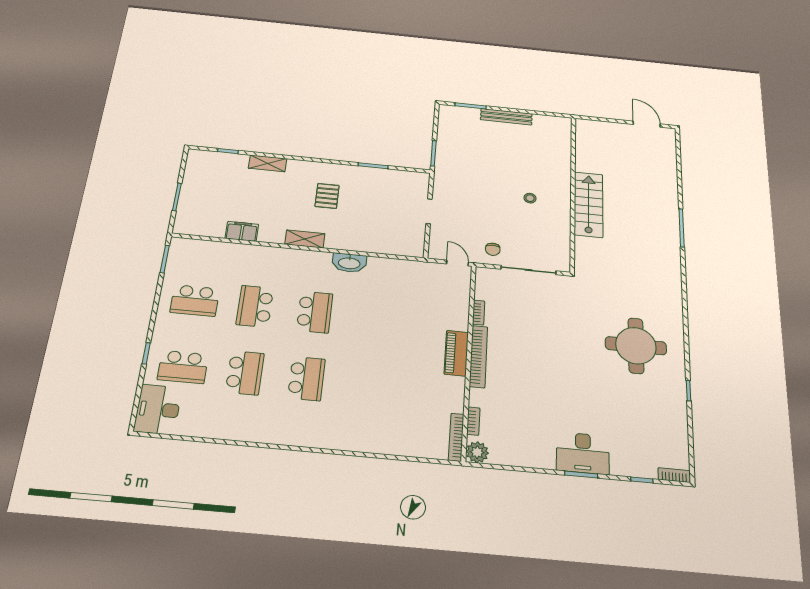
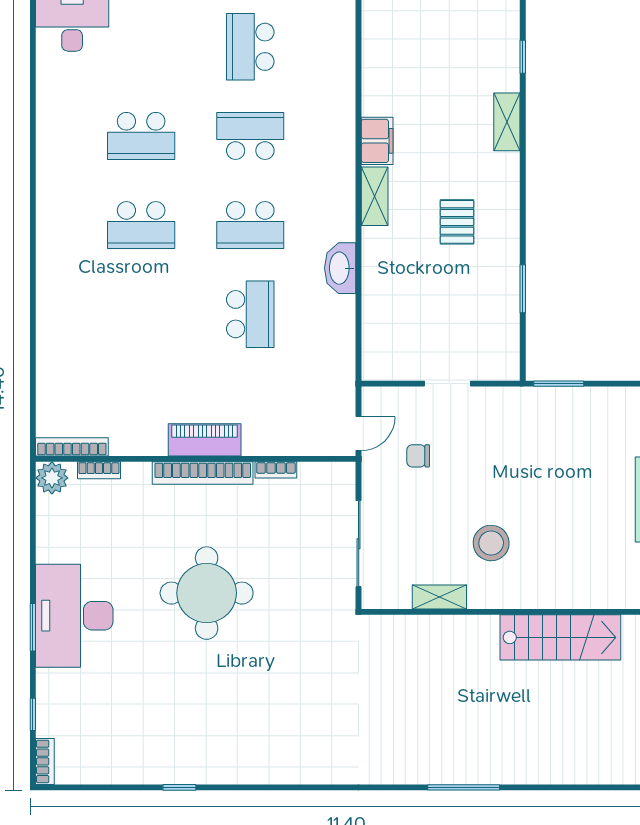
pallet: (327, 196) -> (457, 222), turned 90
stool: (530, 198) -> (491, 543), width x1.89, depth x1.89
stairs: (589, 204) -> (560, 637), moved
shelving: (563, 229) -> (439, 597), added
filing cabinet: (242, 231) -> (377, 141), moved
chair: (493, 249) -> (418, 456), moved
round table: (636, 346) -> (207, 593), moved
school desk: (183, 367) -> (250, 314), moved, turned 180
desk: (583, 453) -> (74, 616), width x1.36, depth x1.30

